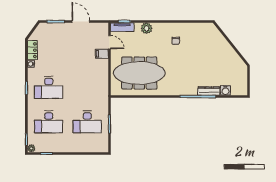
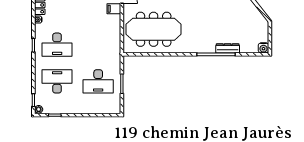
water cooler: (226, 90) -> (263, 48), moved
desk: (49, 122) -> (57, 81), turned 180

